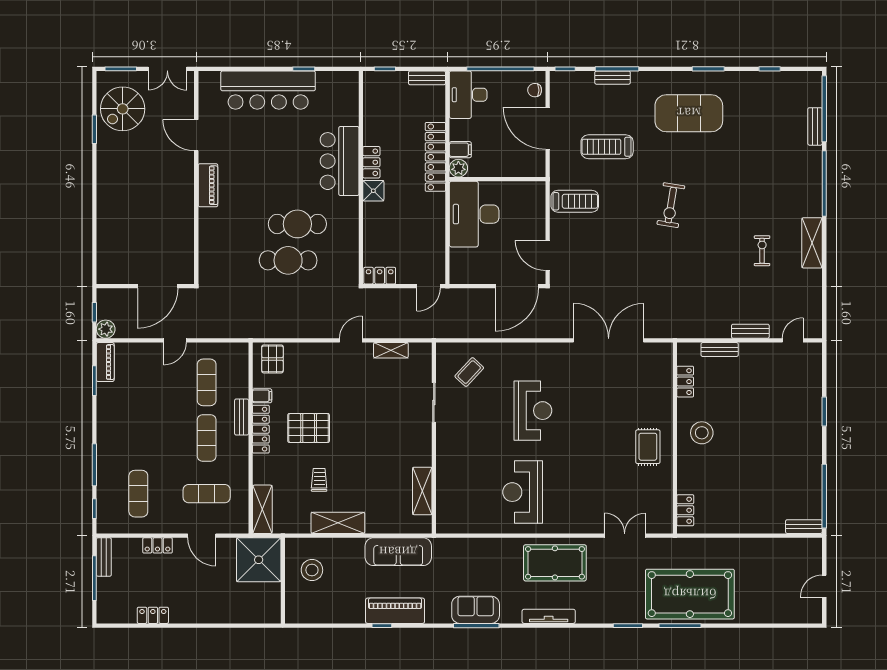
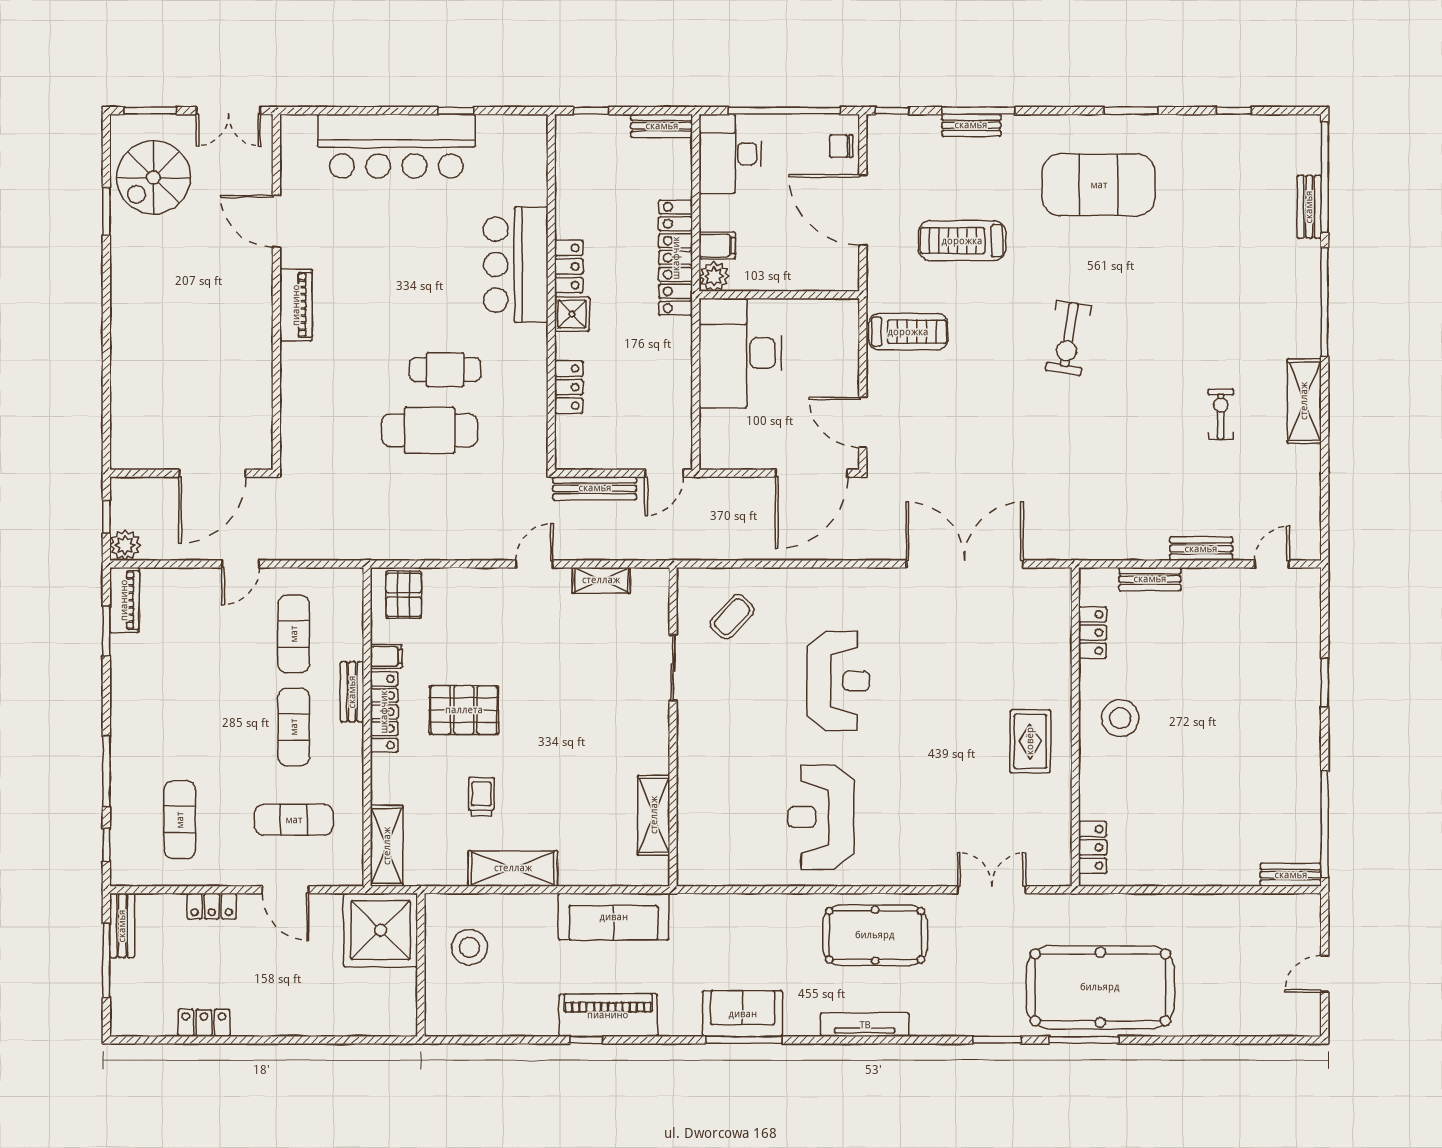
cafe table: (297, 224) -> (445, 370), width x0.73, depth x0.74
locker: (380, 276) -> (569, 387), moved, turned 90
bench: (387, 295) -> (595, 488), added

